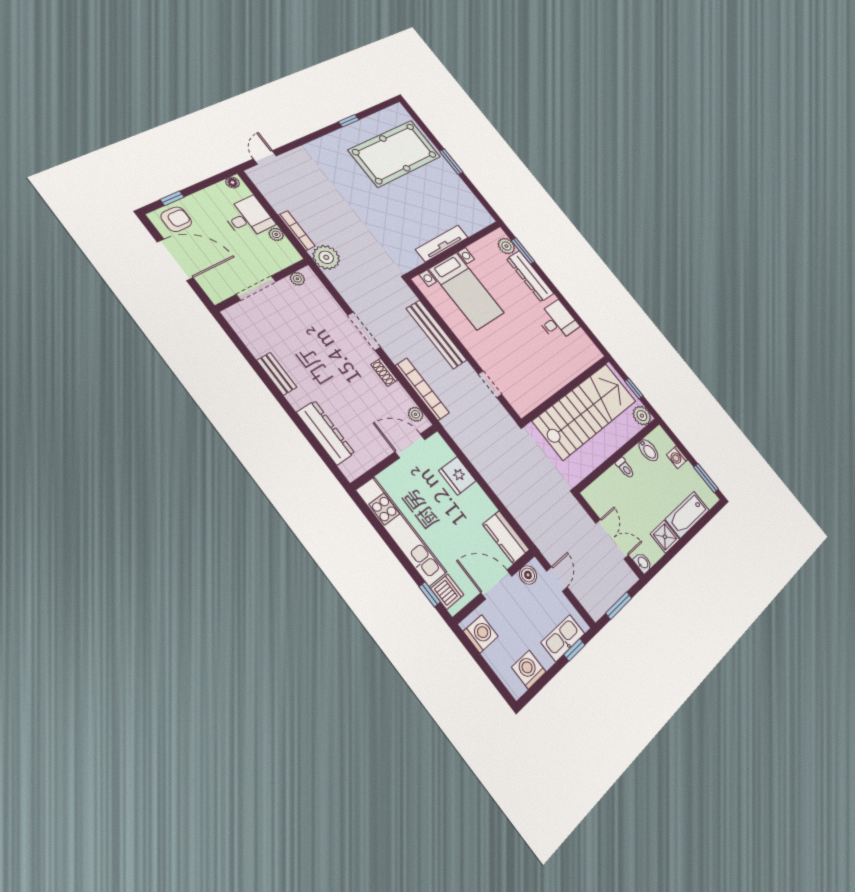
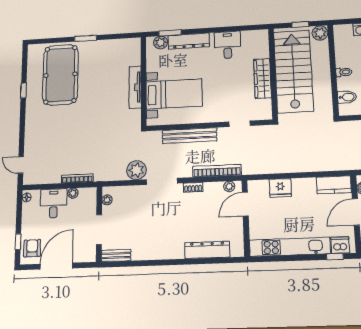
plant: (326, 257) -> (136, 170), moved
bench: (277, 374) -> (116, 255), moved
wardrobe: (553, 381) -> (262, 78), added
bidet: (648, 450) -> (347, 97), moved

